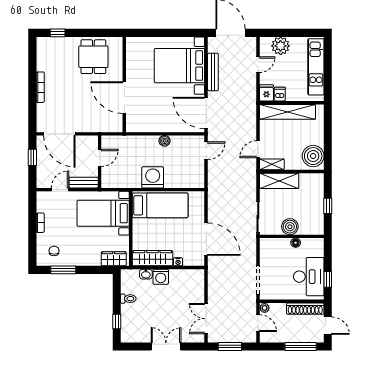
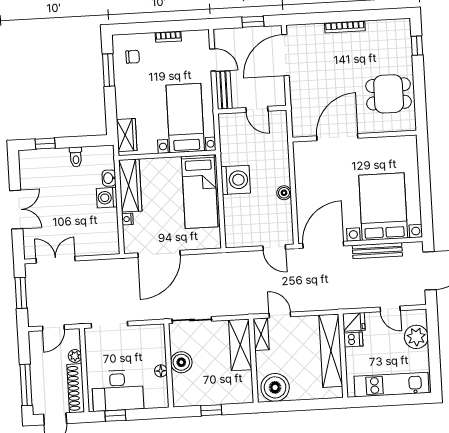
plant: (265, 308) -> (75, 356), moved

